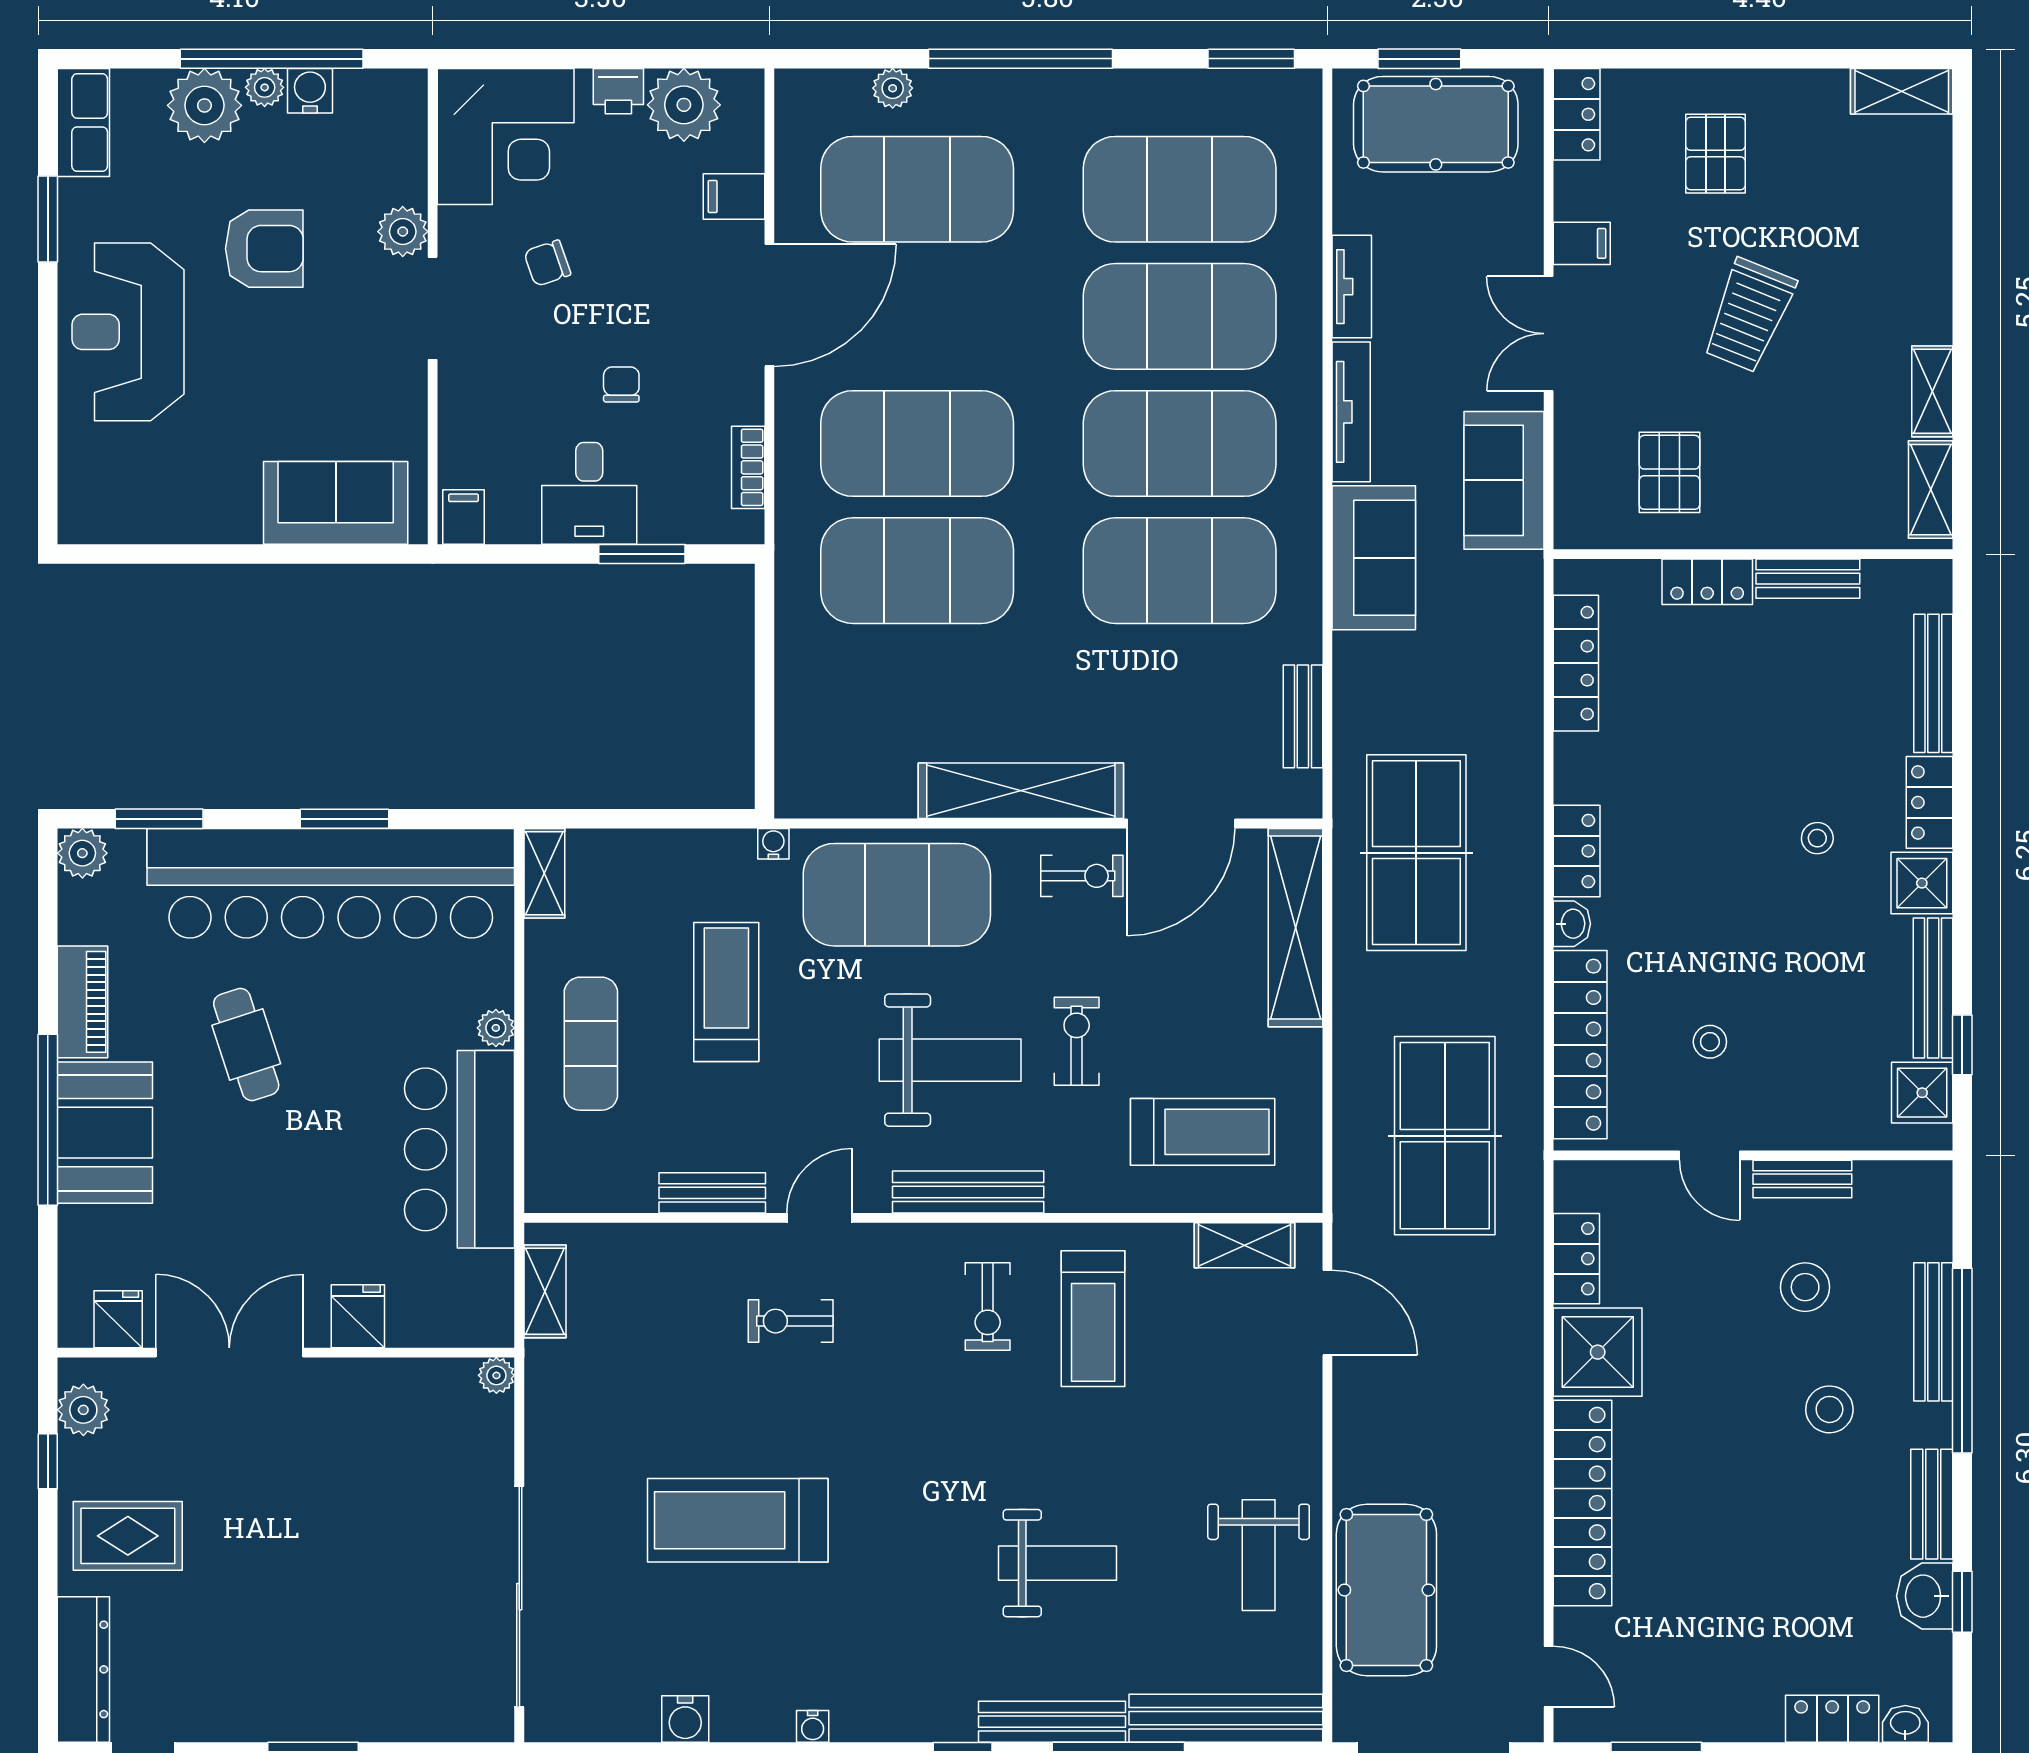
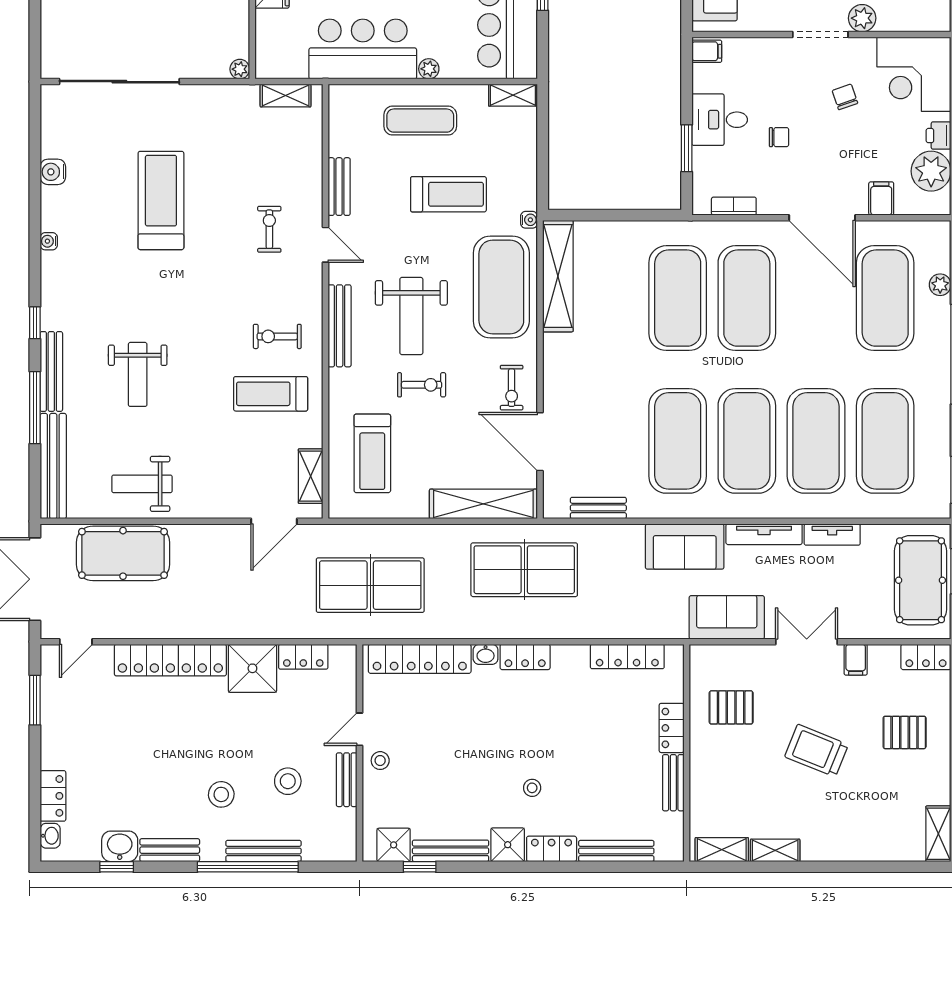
shelving: (1021, 791) -> (558, 276), moved
stool: (1710, 1042) -> (380, 761), moved

